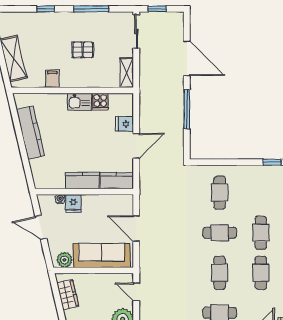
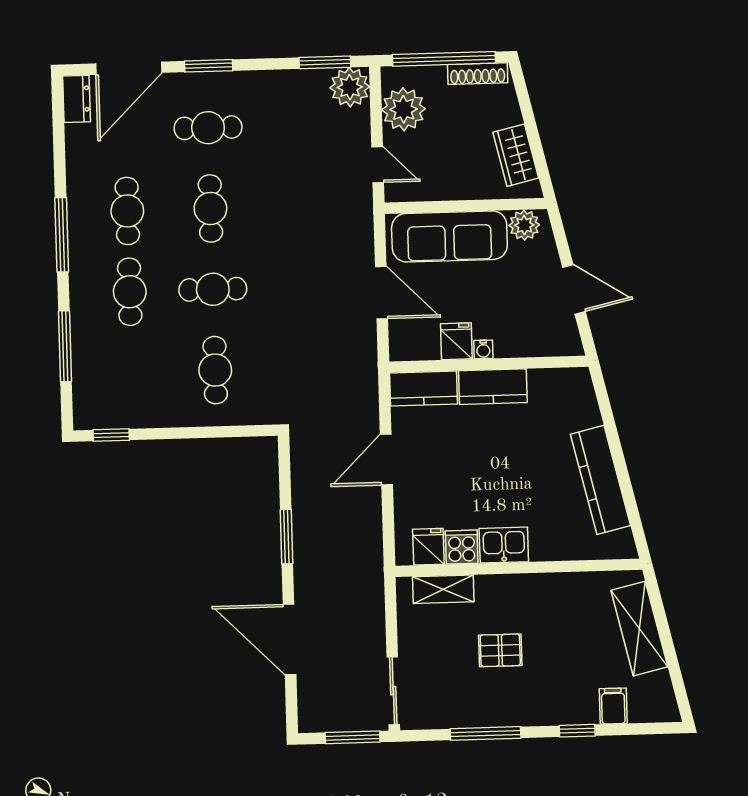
window: (157, 9) -> (353, 737), width x1.50
shelving: (127, 73) -> (443, 589), moved, turned 90
filing cabinet: (52, 79) -> (613, 706), moved, turned 180
window: (187, 109) -> (286, 537), width x0.69
fridge: (124, 124) -> (428, 547), moved, turned -90
water cooler: (60, 199) -> (483, 349), moved
fridge: (73, 203) -> (456, 341), moved

